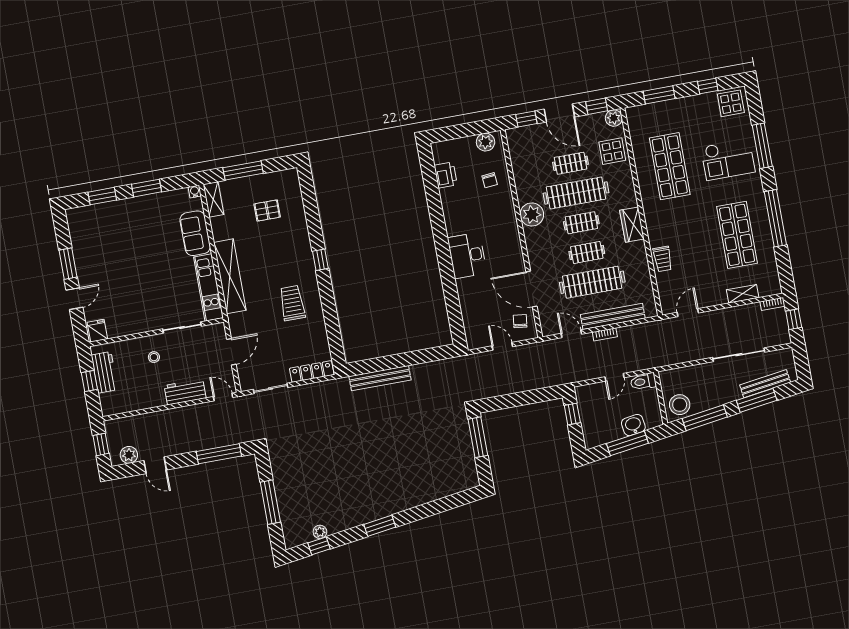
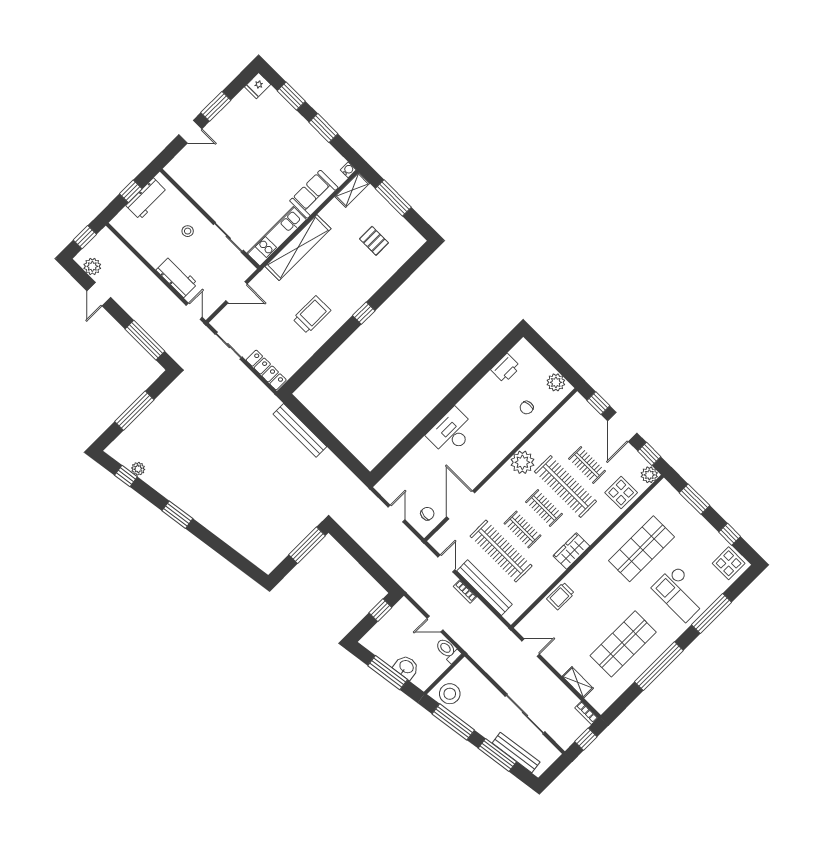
fridge: (97, 331) -> (258, 86), moved, turned 180

